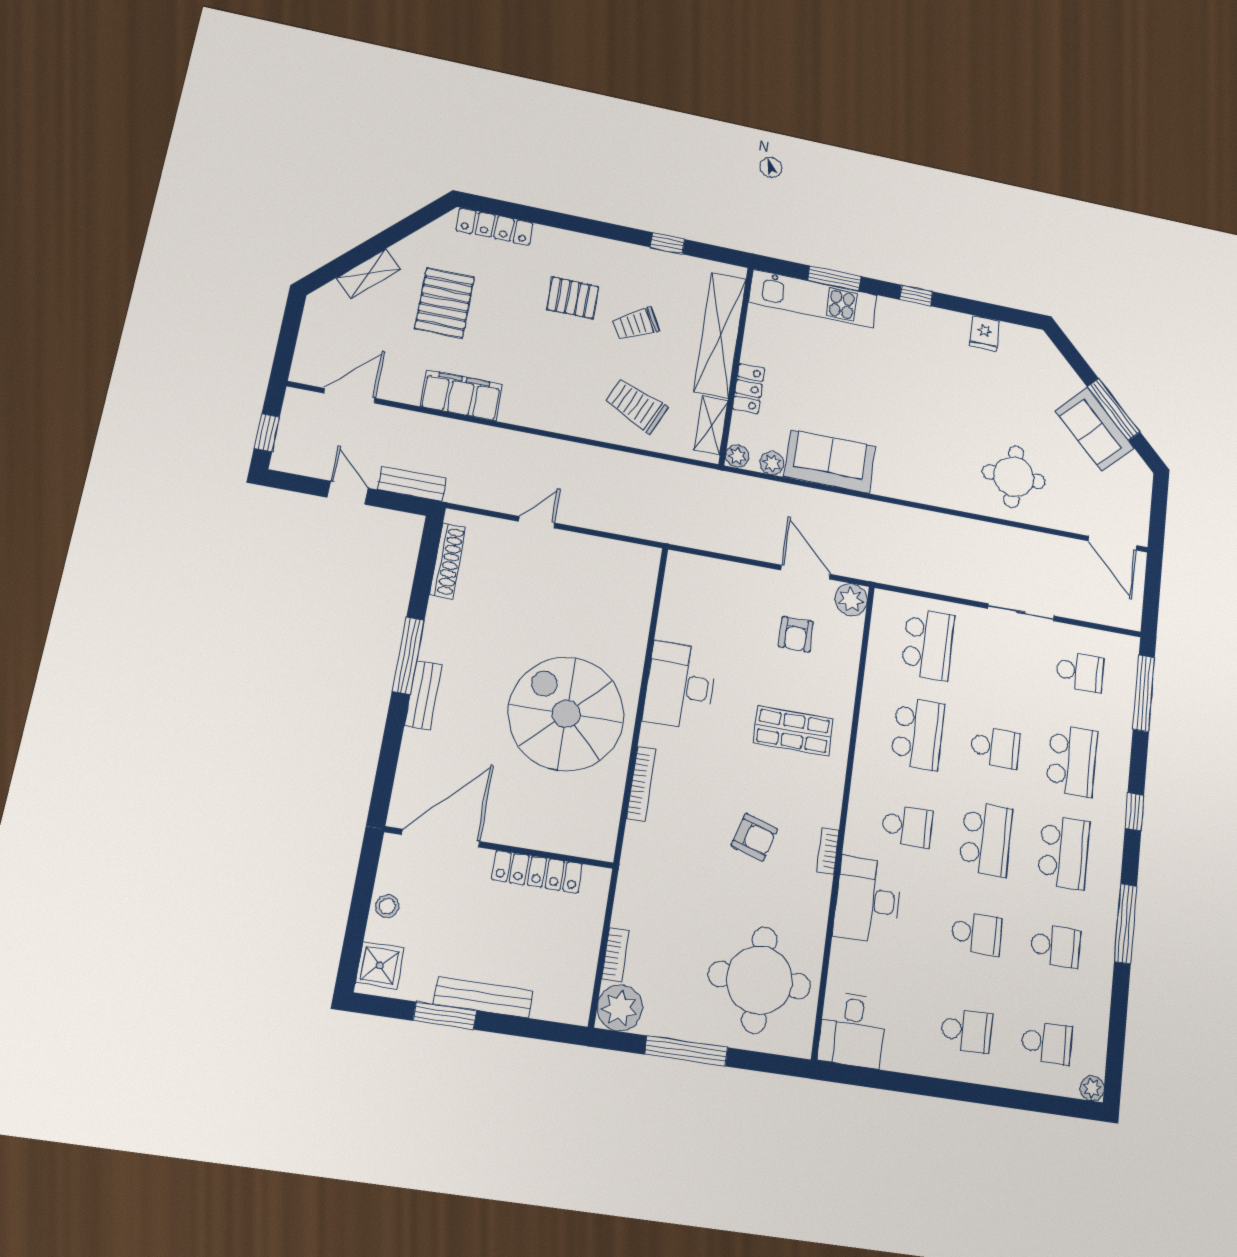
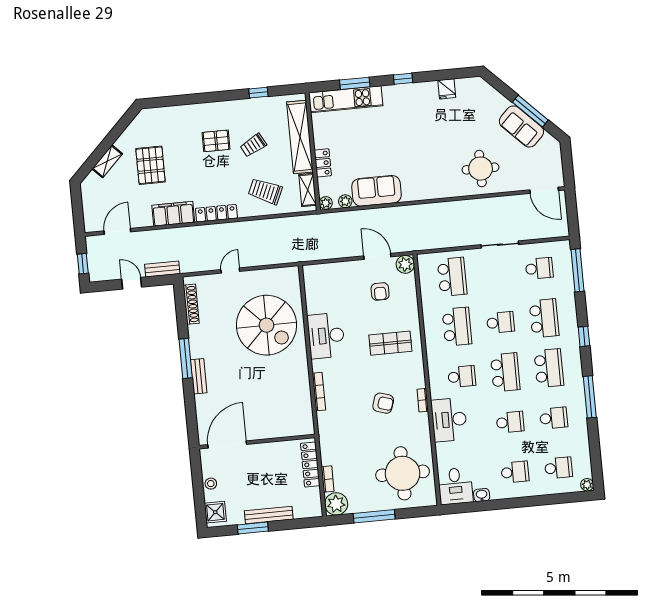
locker: (495, 227) -> (216, 213), moved, turned 180
spiral stairs: (566, 714) -> (266, 325), moved, turned 180
locker: (537, 872) -> (310, 465), moved, turned 90
washbasin: (897, 1060) -> (482, 495), added

